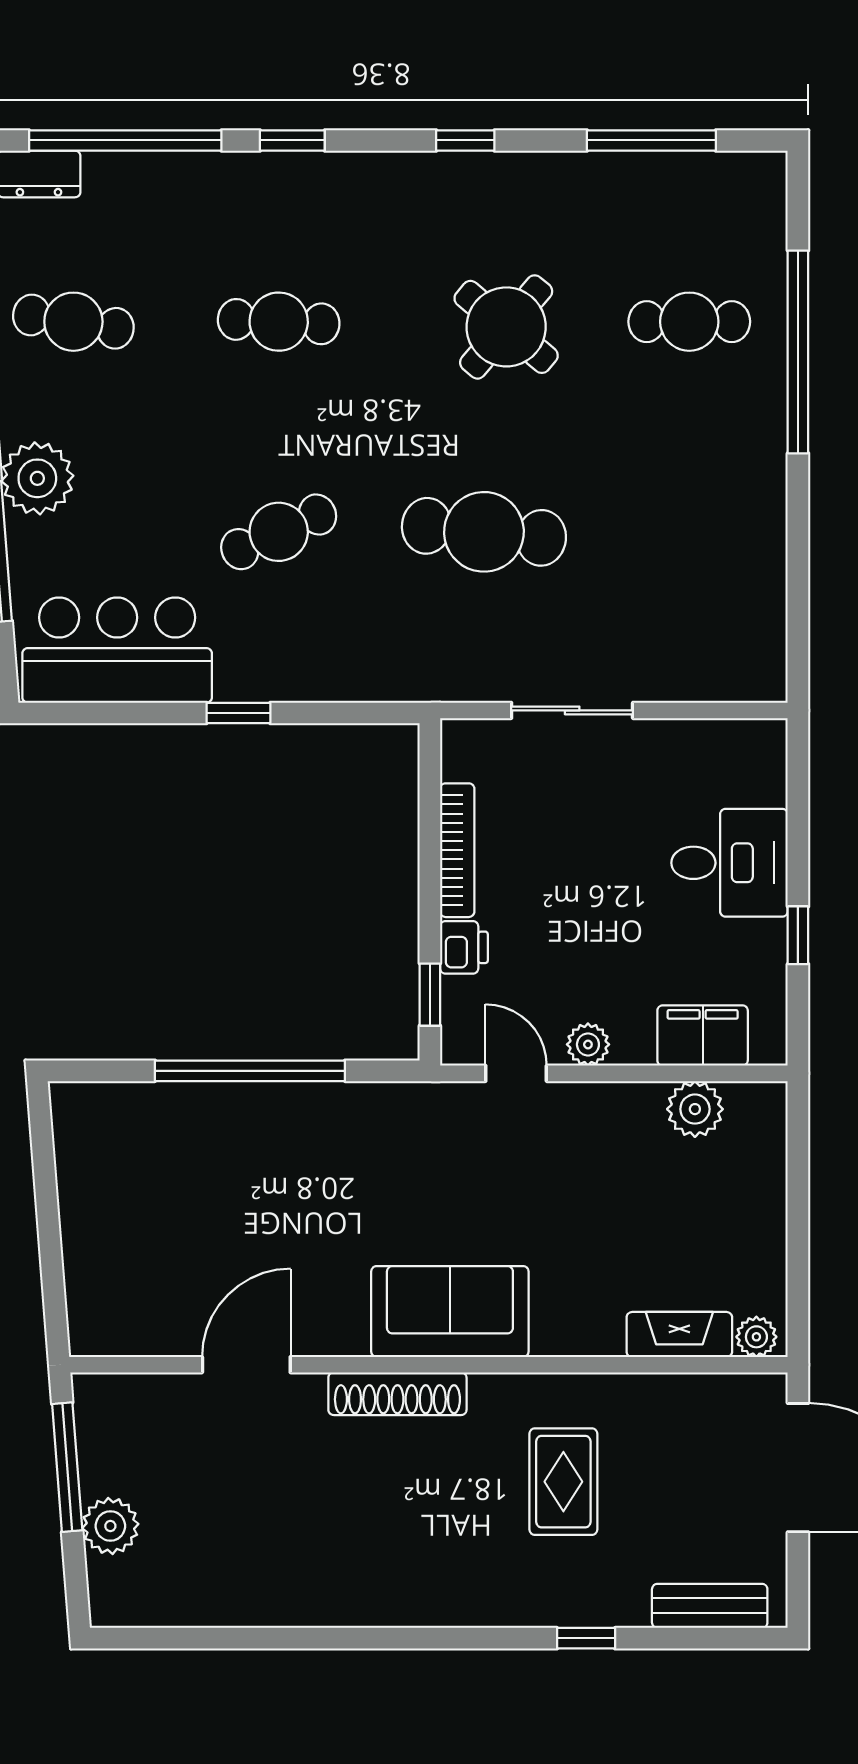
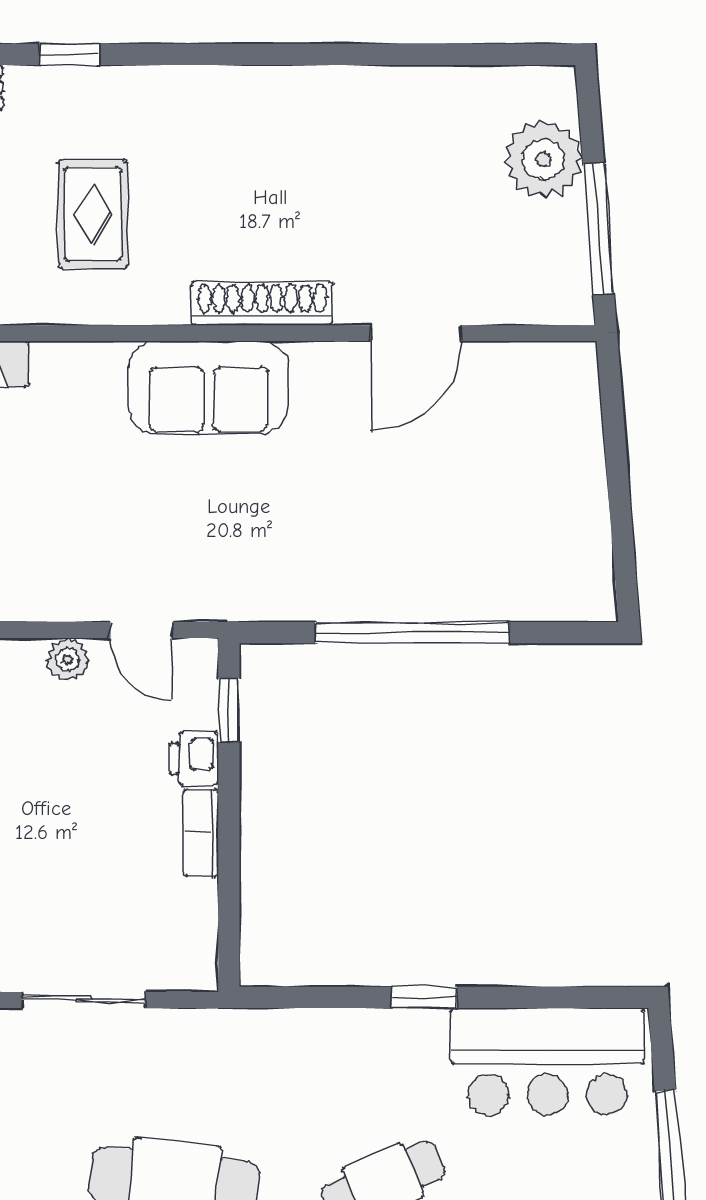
bookcase: (457, 850) -> (201, 833), width x0.64
plant: (110, 1526) -> (543, 159), width x1.36, depth x1.36

